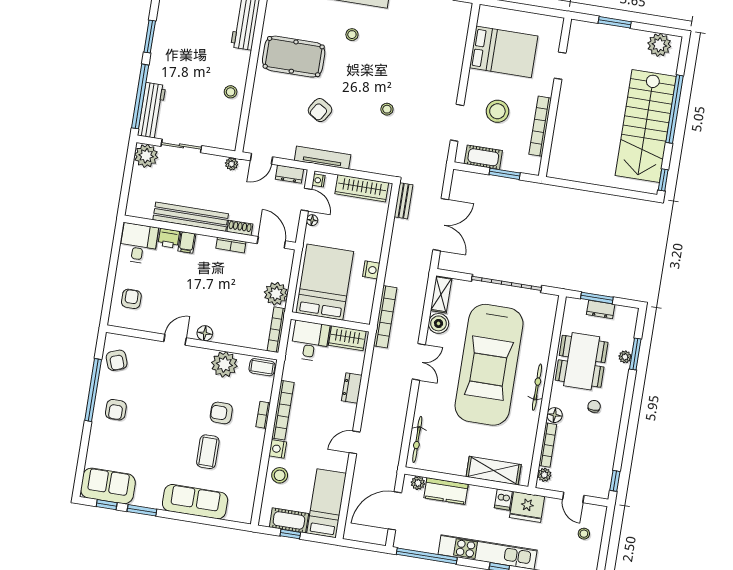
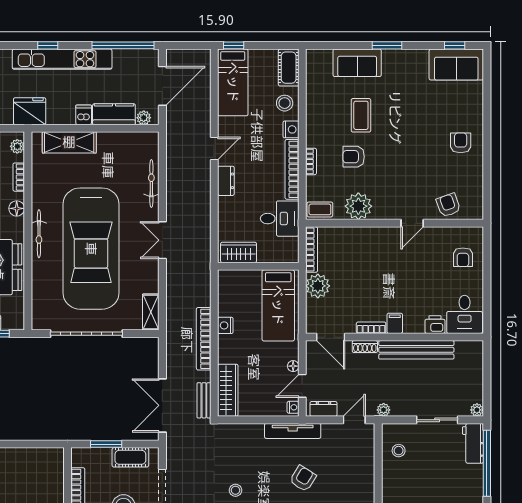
stool: (231, 92) -> (399, 451), moved
workbench: (152, 110) -> (473, 443), width x0.73
plant: (146, 156) -> (477, 410), width x0.53, depth x0.53
wardrobe: (362, 188) -> (228, 390), moved, turned 90
door: (306, 200) -> (302, 386), hinge flipped
double door: (441, 225) -> (162, 405), moved
filing cabinet: (187, 242) -> (395, 323), moved
bed: (325, 282) -> (278, 305), width x0.67
bookcase: (385, 317) -> (204, 339), moved
boiler: (438, 323) -> (149, 282), removed
floor lamp: (205, 333) -> (383, 234), removed
desk: (310, 341) -> (280, 219), moved, turned -90
armchair: (117, 360) -> (448, 205), moved
car: (489, 365) -> (91, 249), turned 180
dresser: (352, 388) -> (226, 181), moved
window: (93, 390) -> (487, 159), removed
armchair: (221, 413) -> (354, 157), turned 180
bicycle: (417, 439) -> (151, 184), moved
bookcase: (548, 445) -> (19, 177), width x0.64
dishwasher: (503, 499) -> (84, 115), moved
sofa: (195, 502) -> (357, 63), width x0.73
window: (142, 510) -> (387, 45), moved
cot: (289, 520) -> (289, 68), moved, turned 90
window: (290, 534) -> (234, 45), moved

